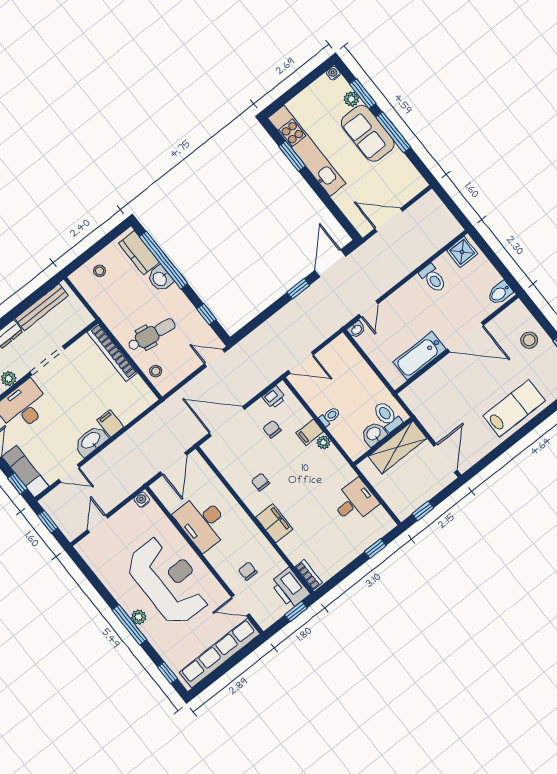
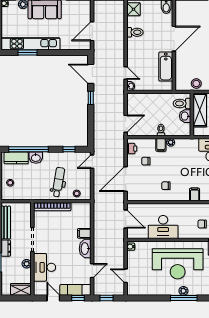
stool: (529, 340) -> (196, 83), moved
filing cabinet: (274, 523) -> (195, 194), width x0.50
reception desk: (168, 581) -> (178, 264), turned 180

